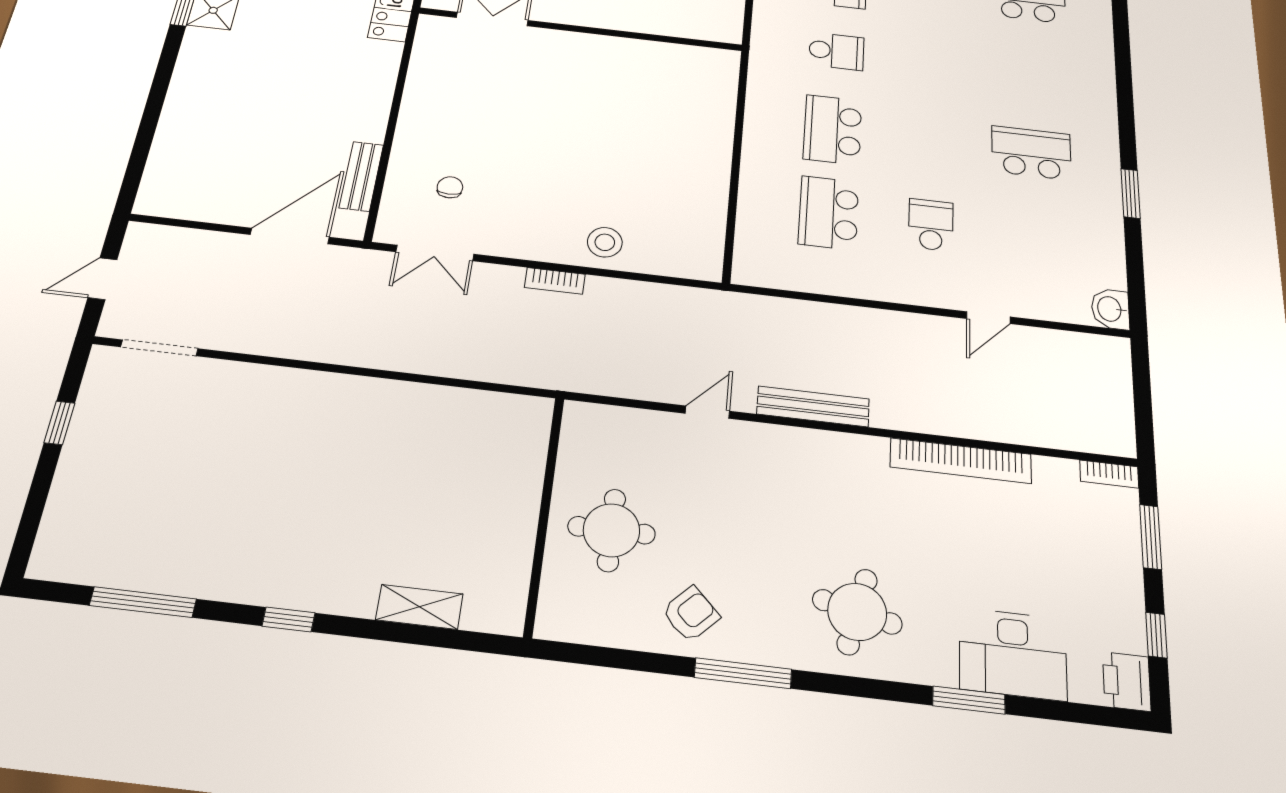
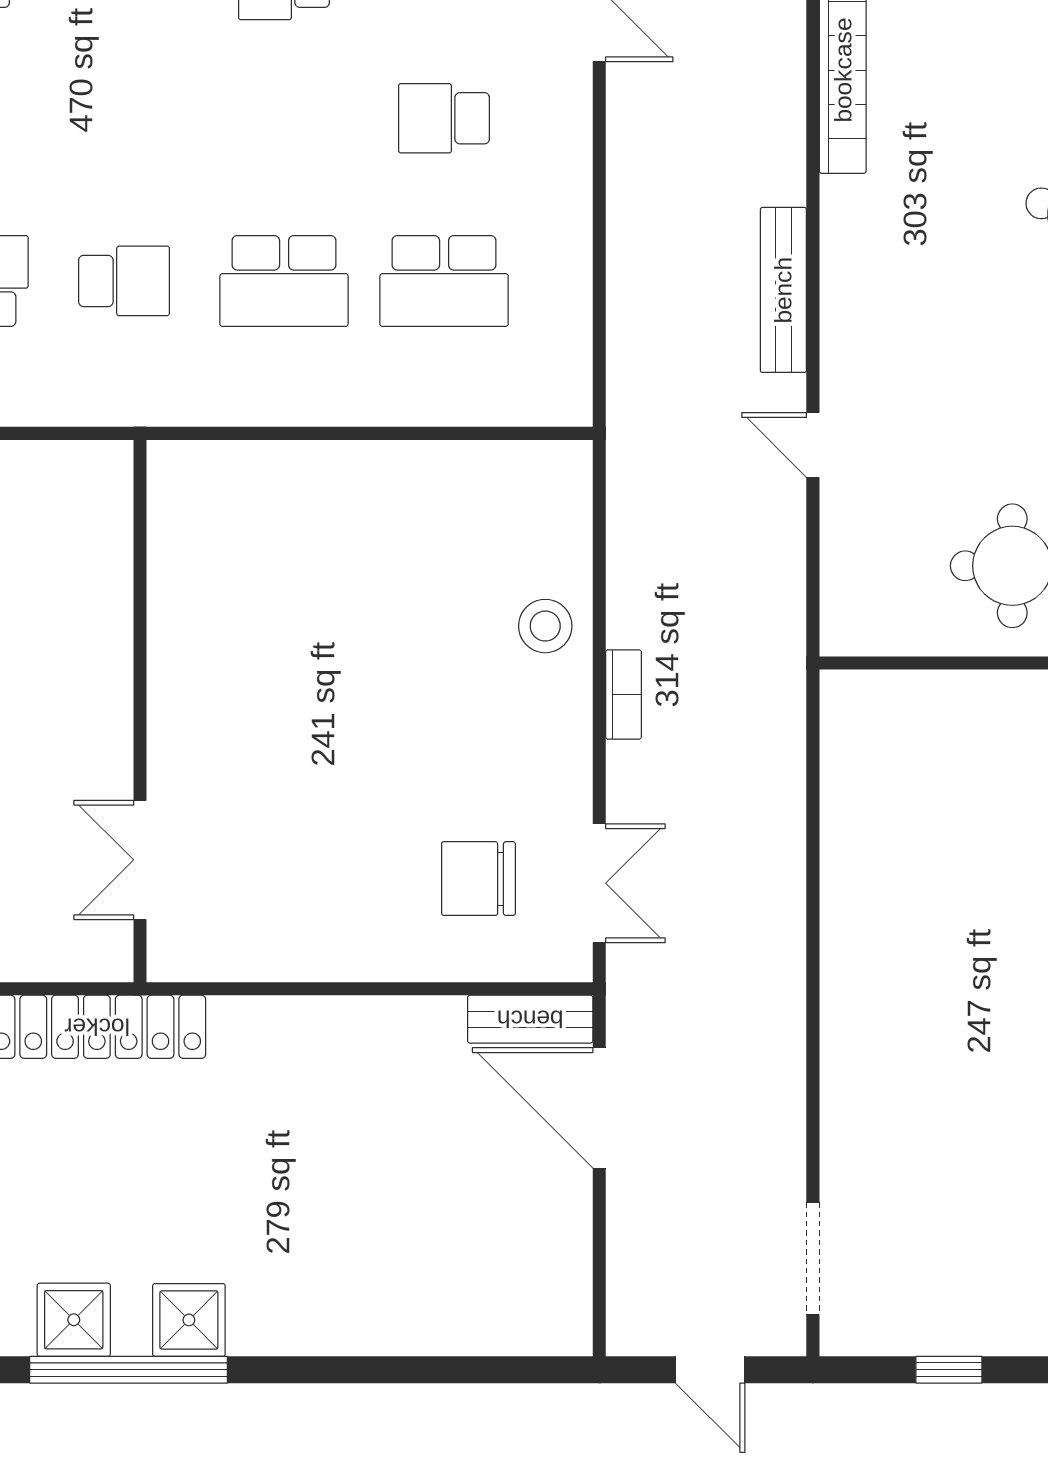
school desk: (836, 51) -> (124, 281), turned 90
bench: (361, 176) -> (530, 1019), moved
chair: (450, 187) -> (478, 879), width x1.87, depth x1.87

